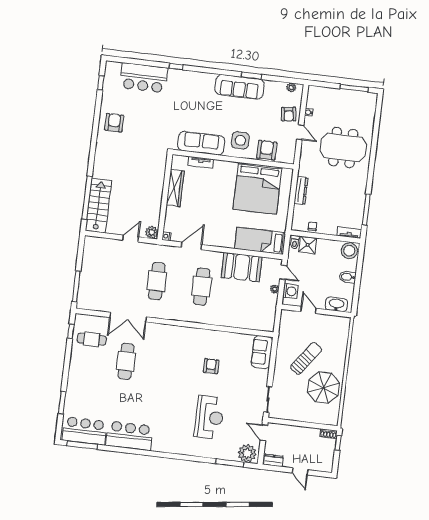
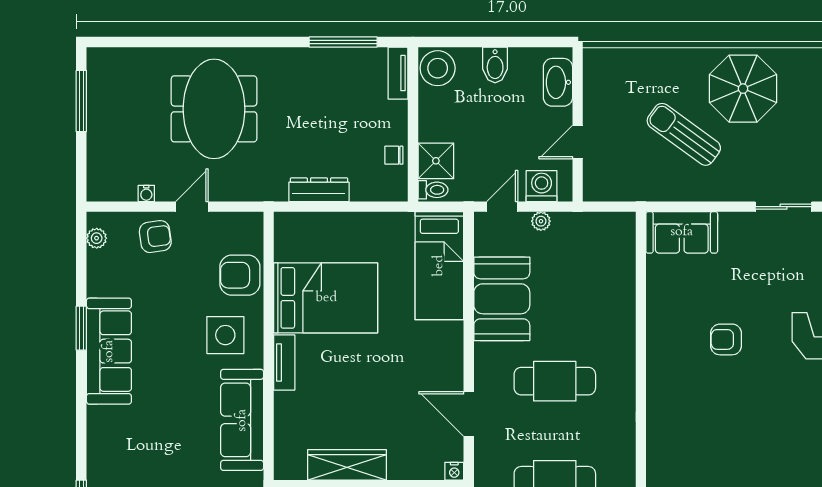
tv unit: (201, 162) -> (284, 362), moved
bed: (257, 188) -> (326, 298), width x0.73

